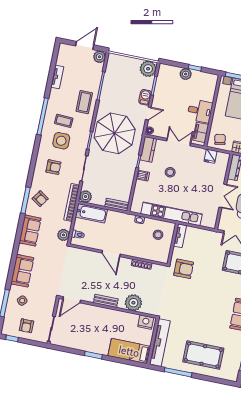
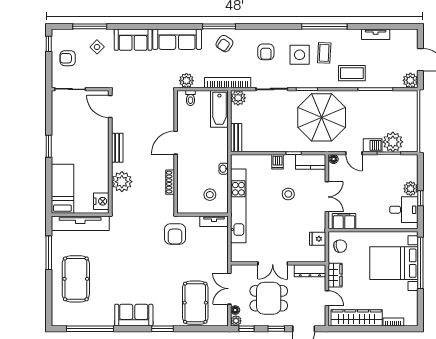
plant: (148, 69) -> (393, 142), moved
desk: (200, 111) -> (404, 210), moved, turned -90
sofa: (30, 231) -> (177, 39), width x1.36

